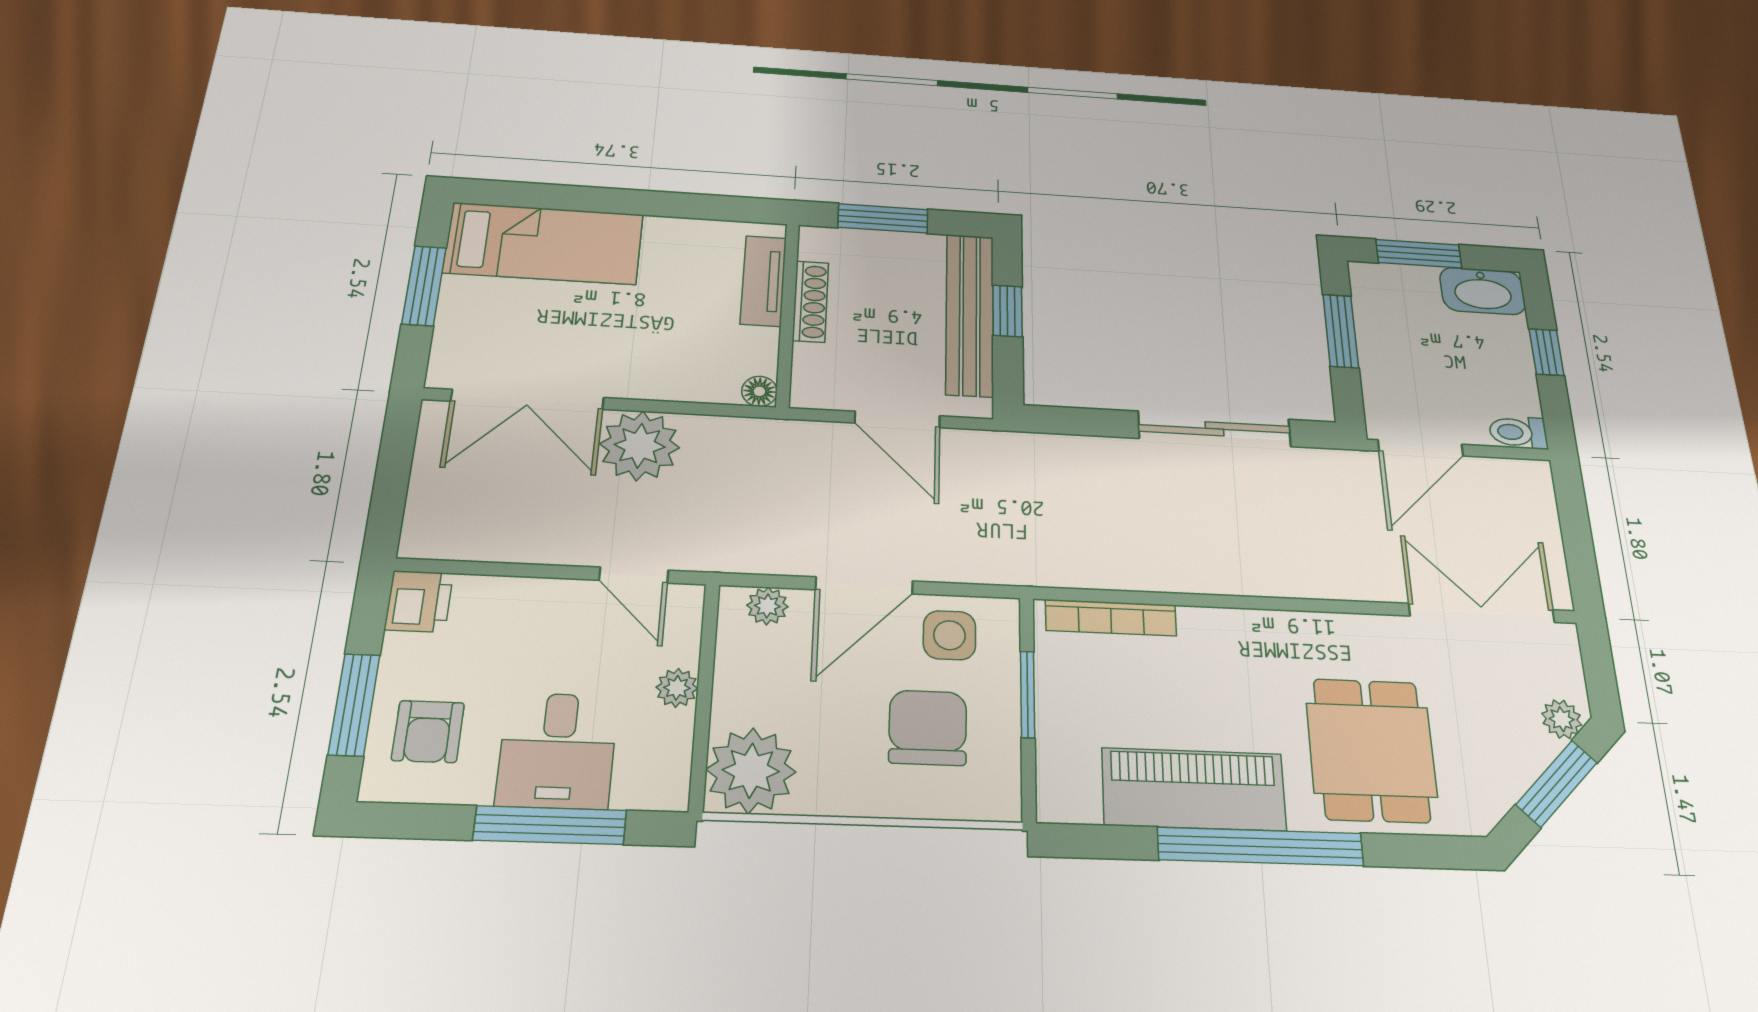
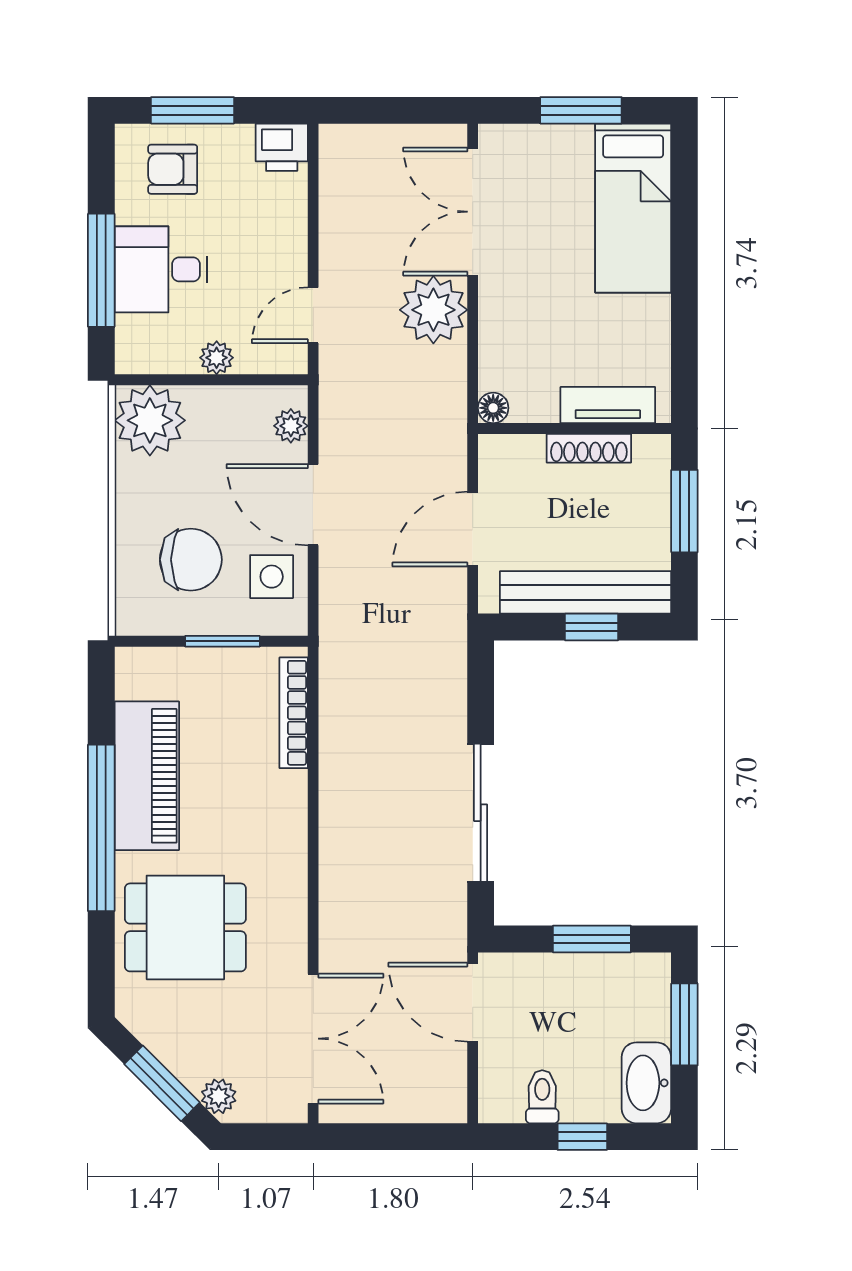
toilet: (1518, 432) -> (542, 1097), moved

